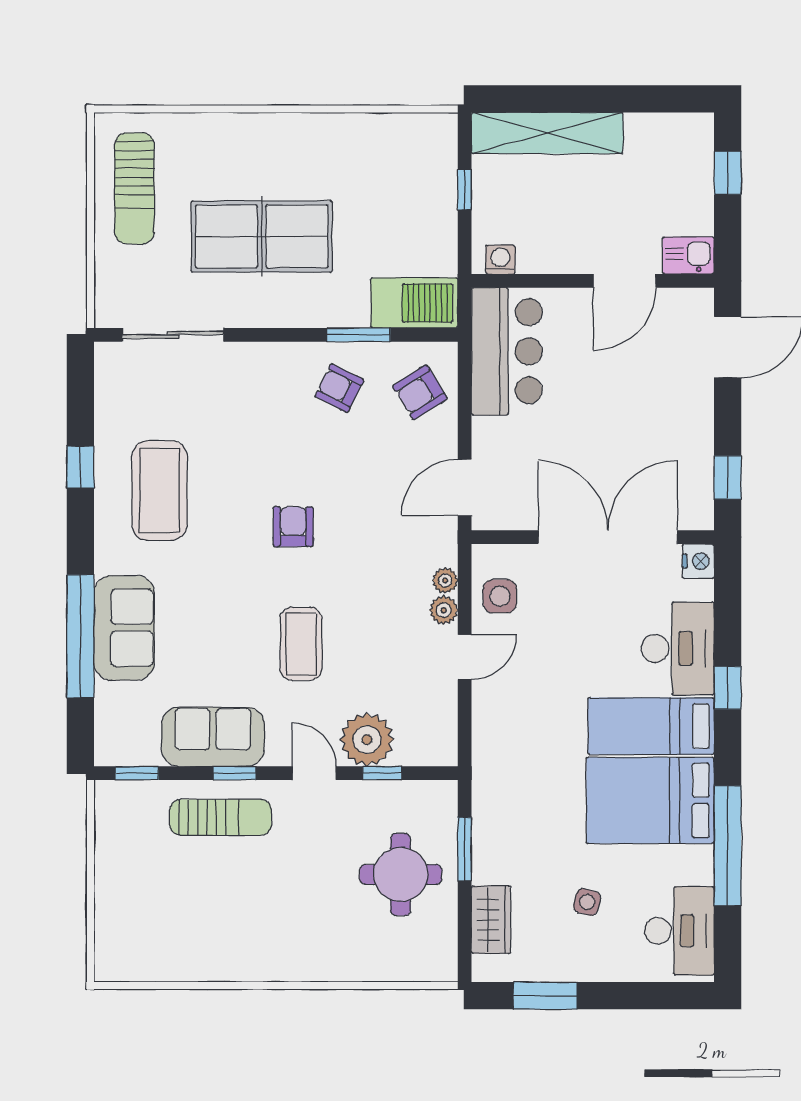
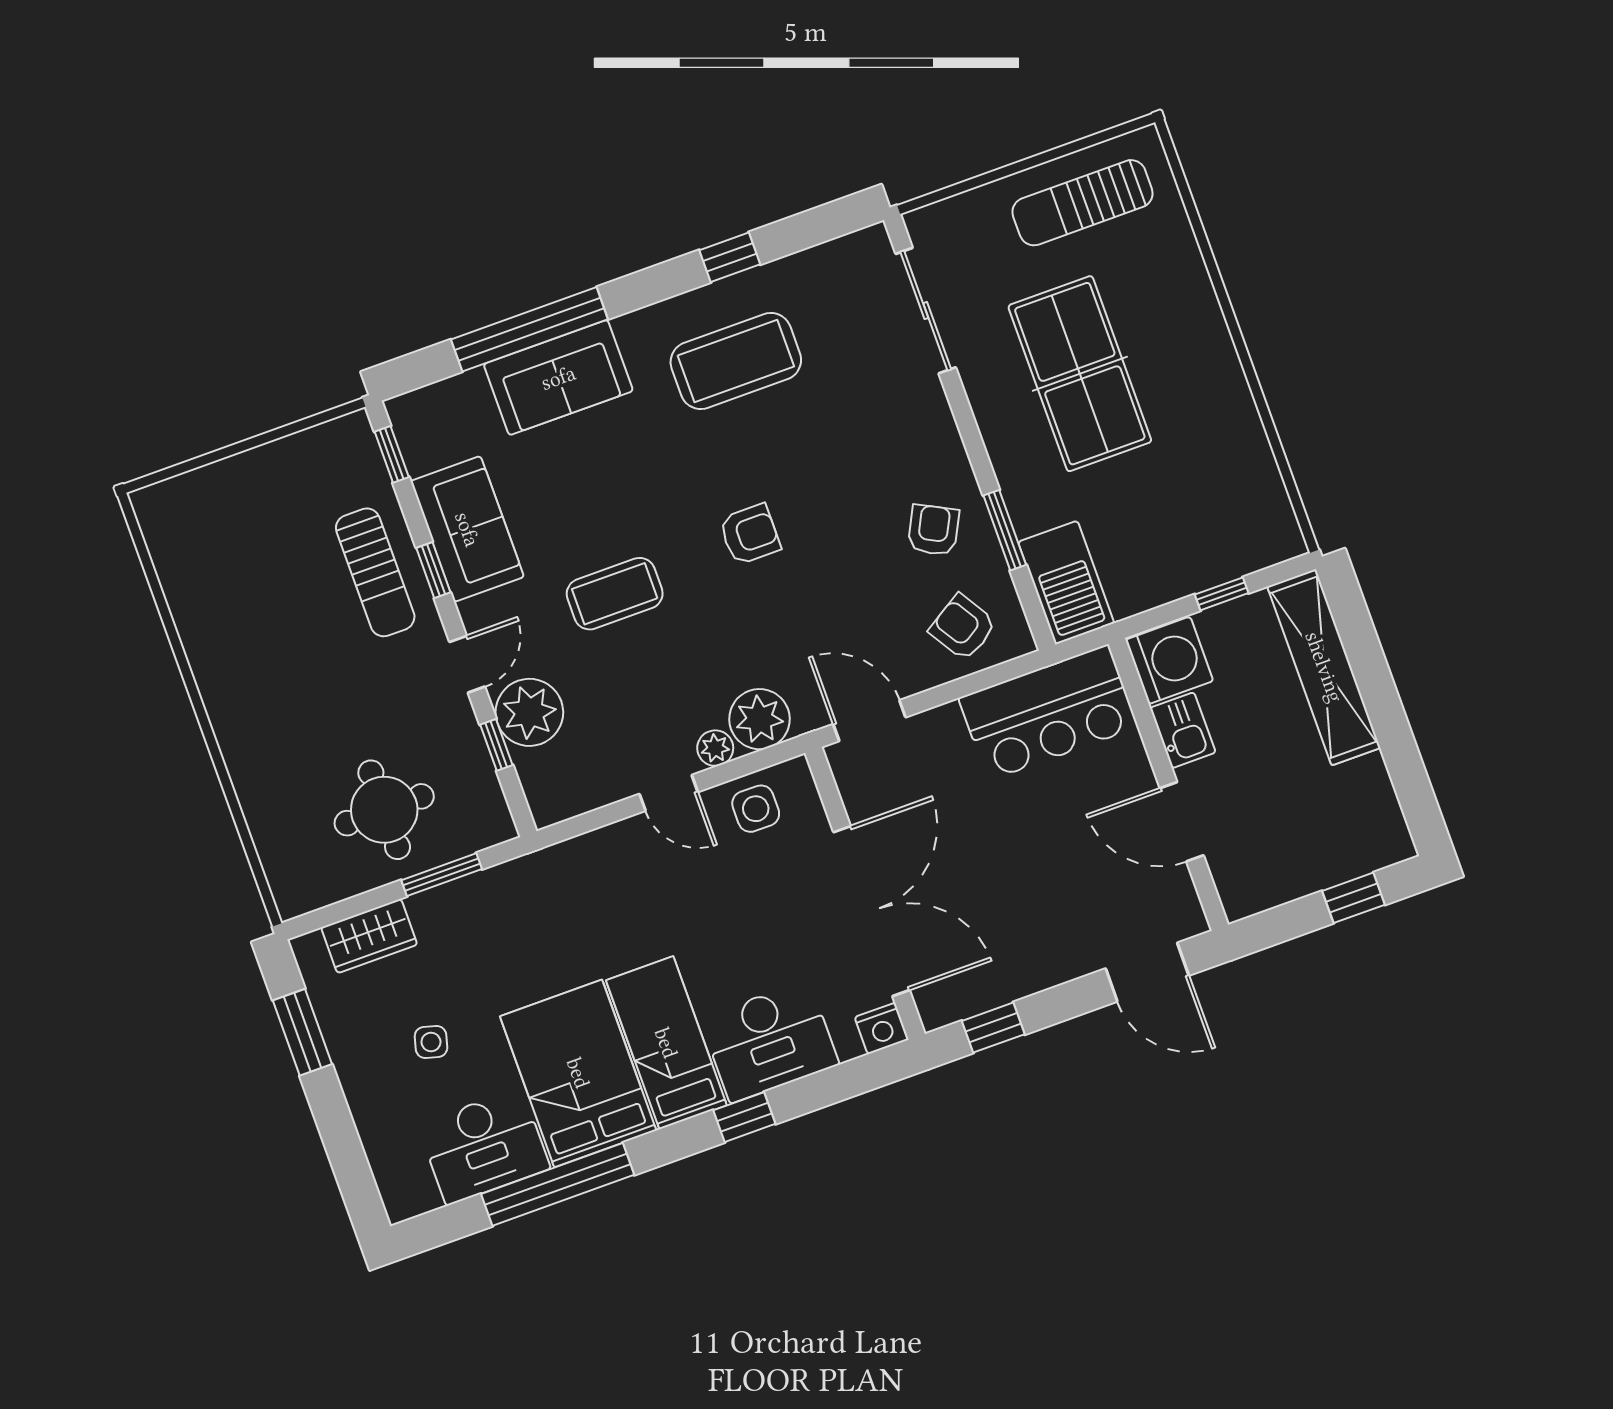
kitchen sink: (688, 255) -> (1183, 730), moved
washing machine: (500, 260) -> (1169, 660), width x1.89, depth x1.89
plant: (445, 580) -> (759, 719), width x1.87, depth x1.87
desk: (679, 931) -> (484, 1146), moved

